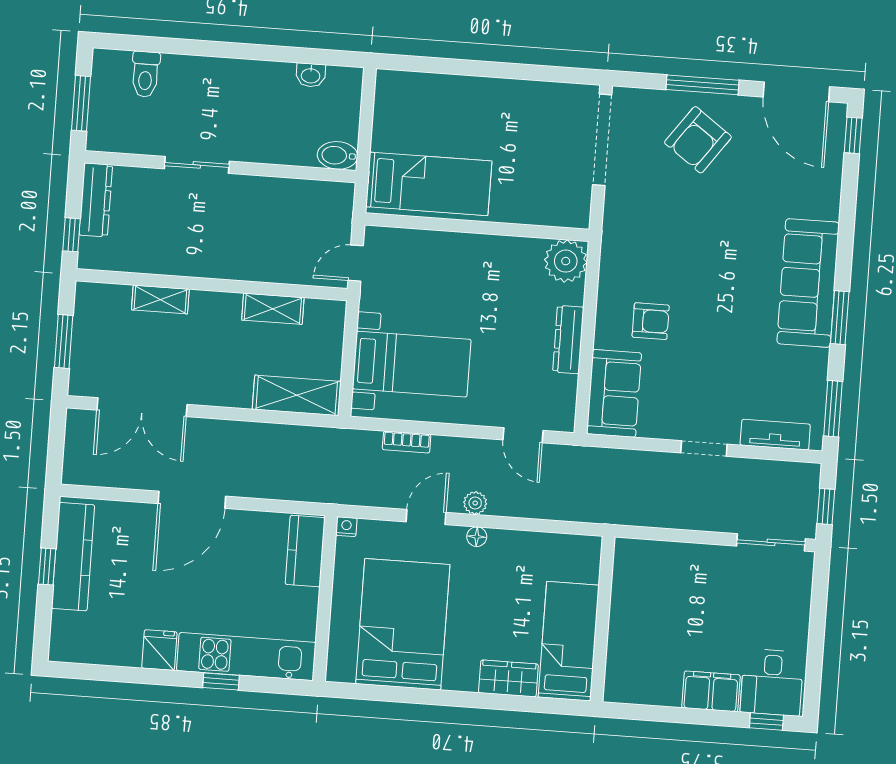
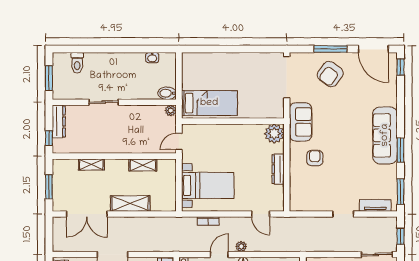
plant: (343, 194) -> (171, 110), added
armchair: (651, 321) -> (315, 158), turned -90
sofa: (614, 393) -> (301, 122), moved
shelving: (297, 395) -> (130, 203), moved

